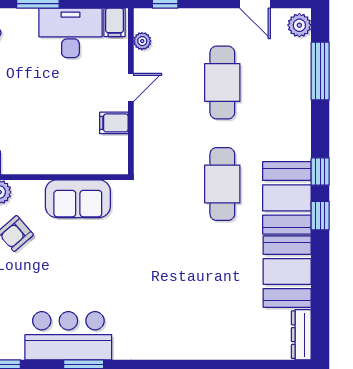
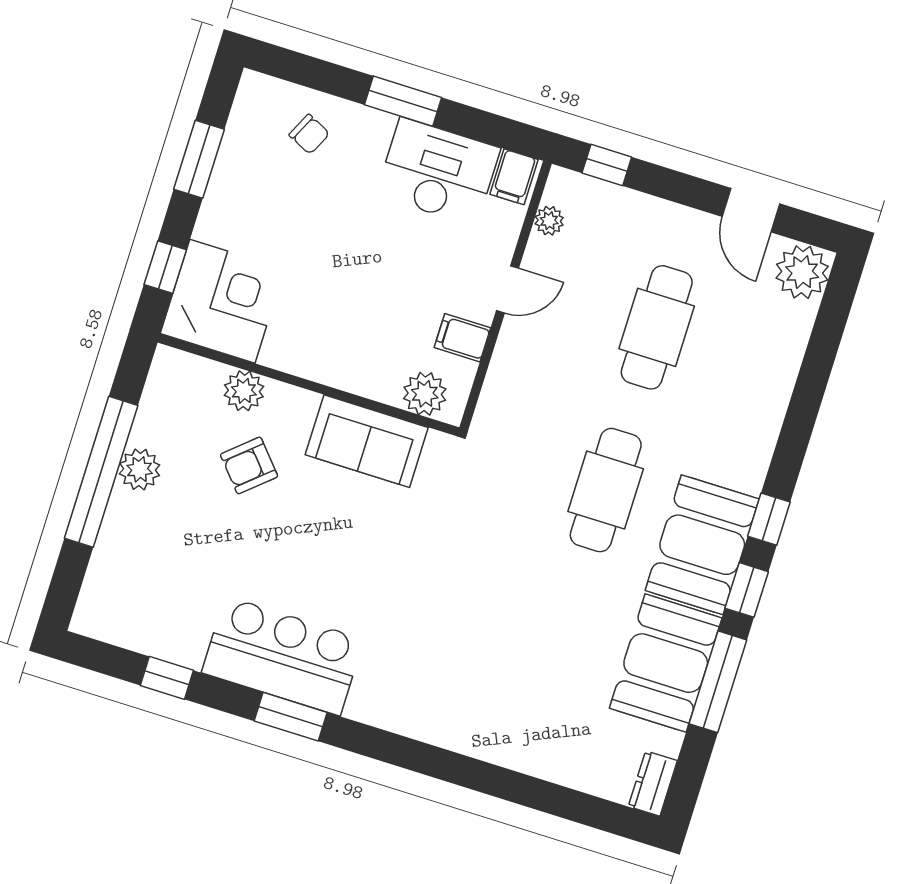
plant: (299, 25) -> (802, 272), width x1.36, depth x1.36
window: (320, 71) -> (718, 682), moved
plant: (102, 161) -> (425, 394), added
dresser: (301, 335) -> (653, 784), width x0.70

